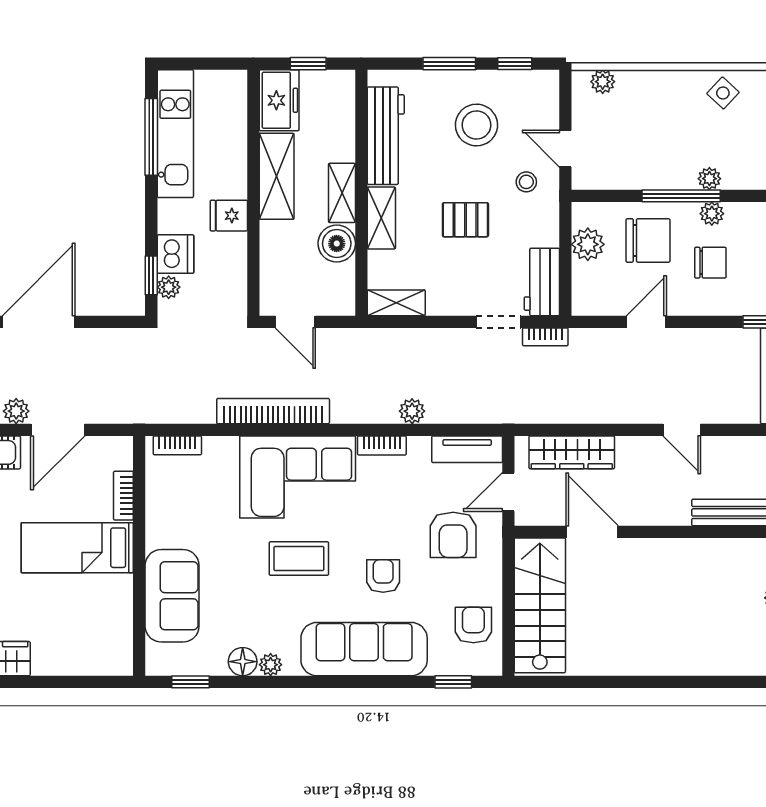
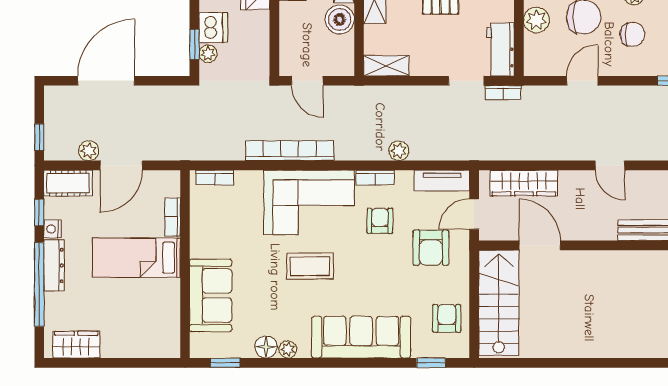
armchair: (383, 576) -> (380, 221), moved

